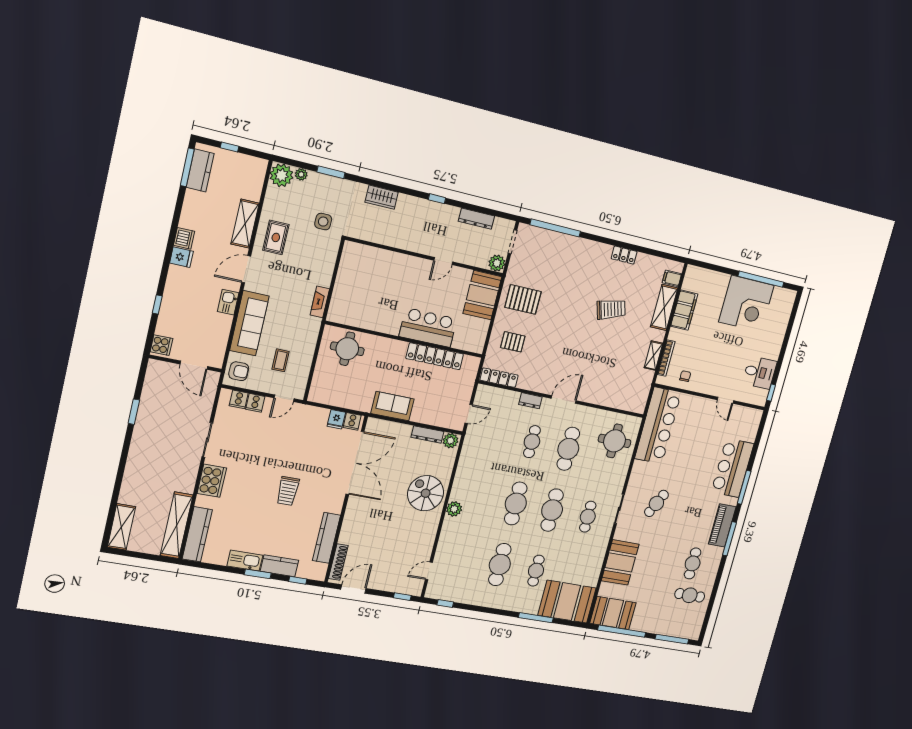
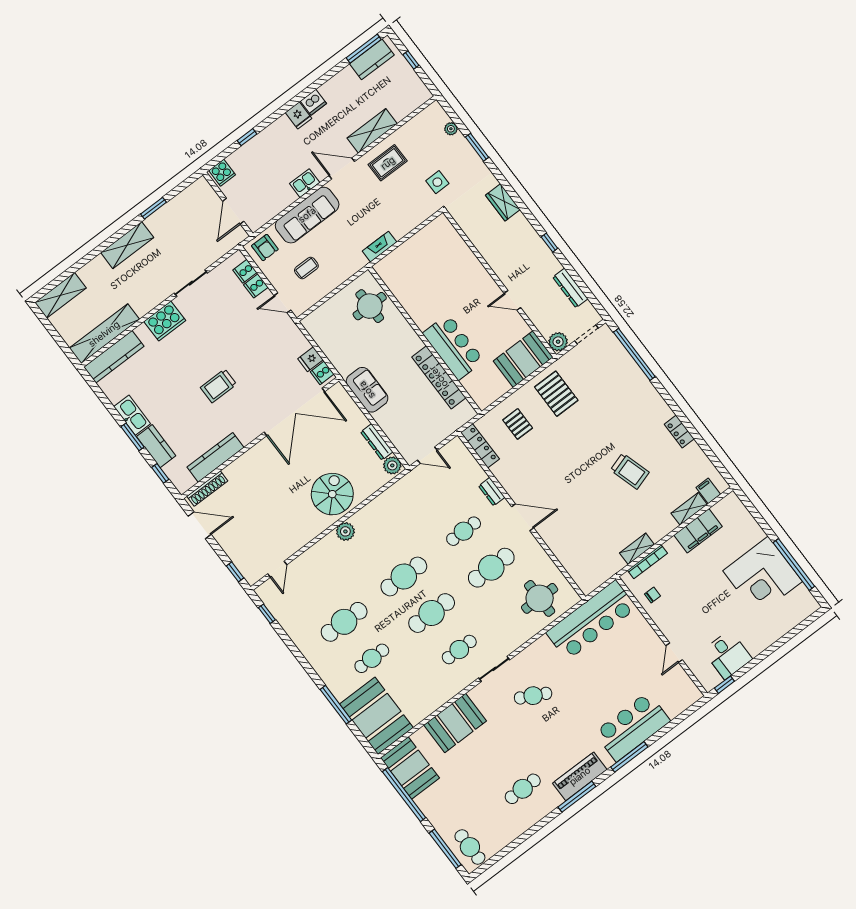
plant: (281, 175) -> (434, 116), removed
shelving: (664, 307) -> (689, 509), width x0.67, depth x0.75
shelving: (138, 453) -> (127, 245), added
door: (429, 571) -> (277, 569), swing flipped
cafe table: (690, 595) -> (470, 847), moved

